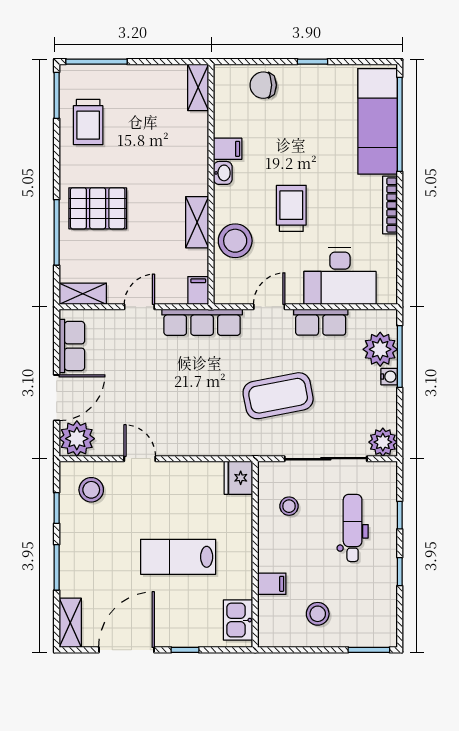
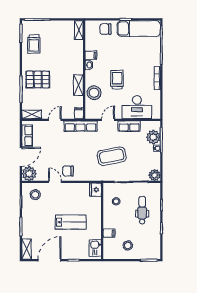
exam couch: (378, 121) -> (139, 29), moved, turned -90
chair: (171, 432) -> (68, 171), added
lab bench: (178, 557) -> (71, 222), turned 180

